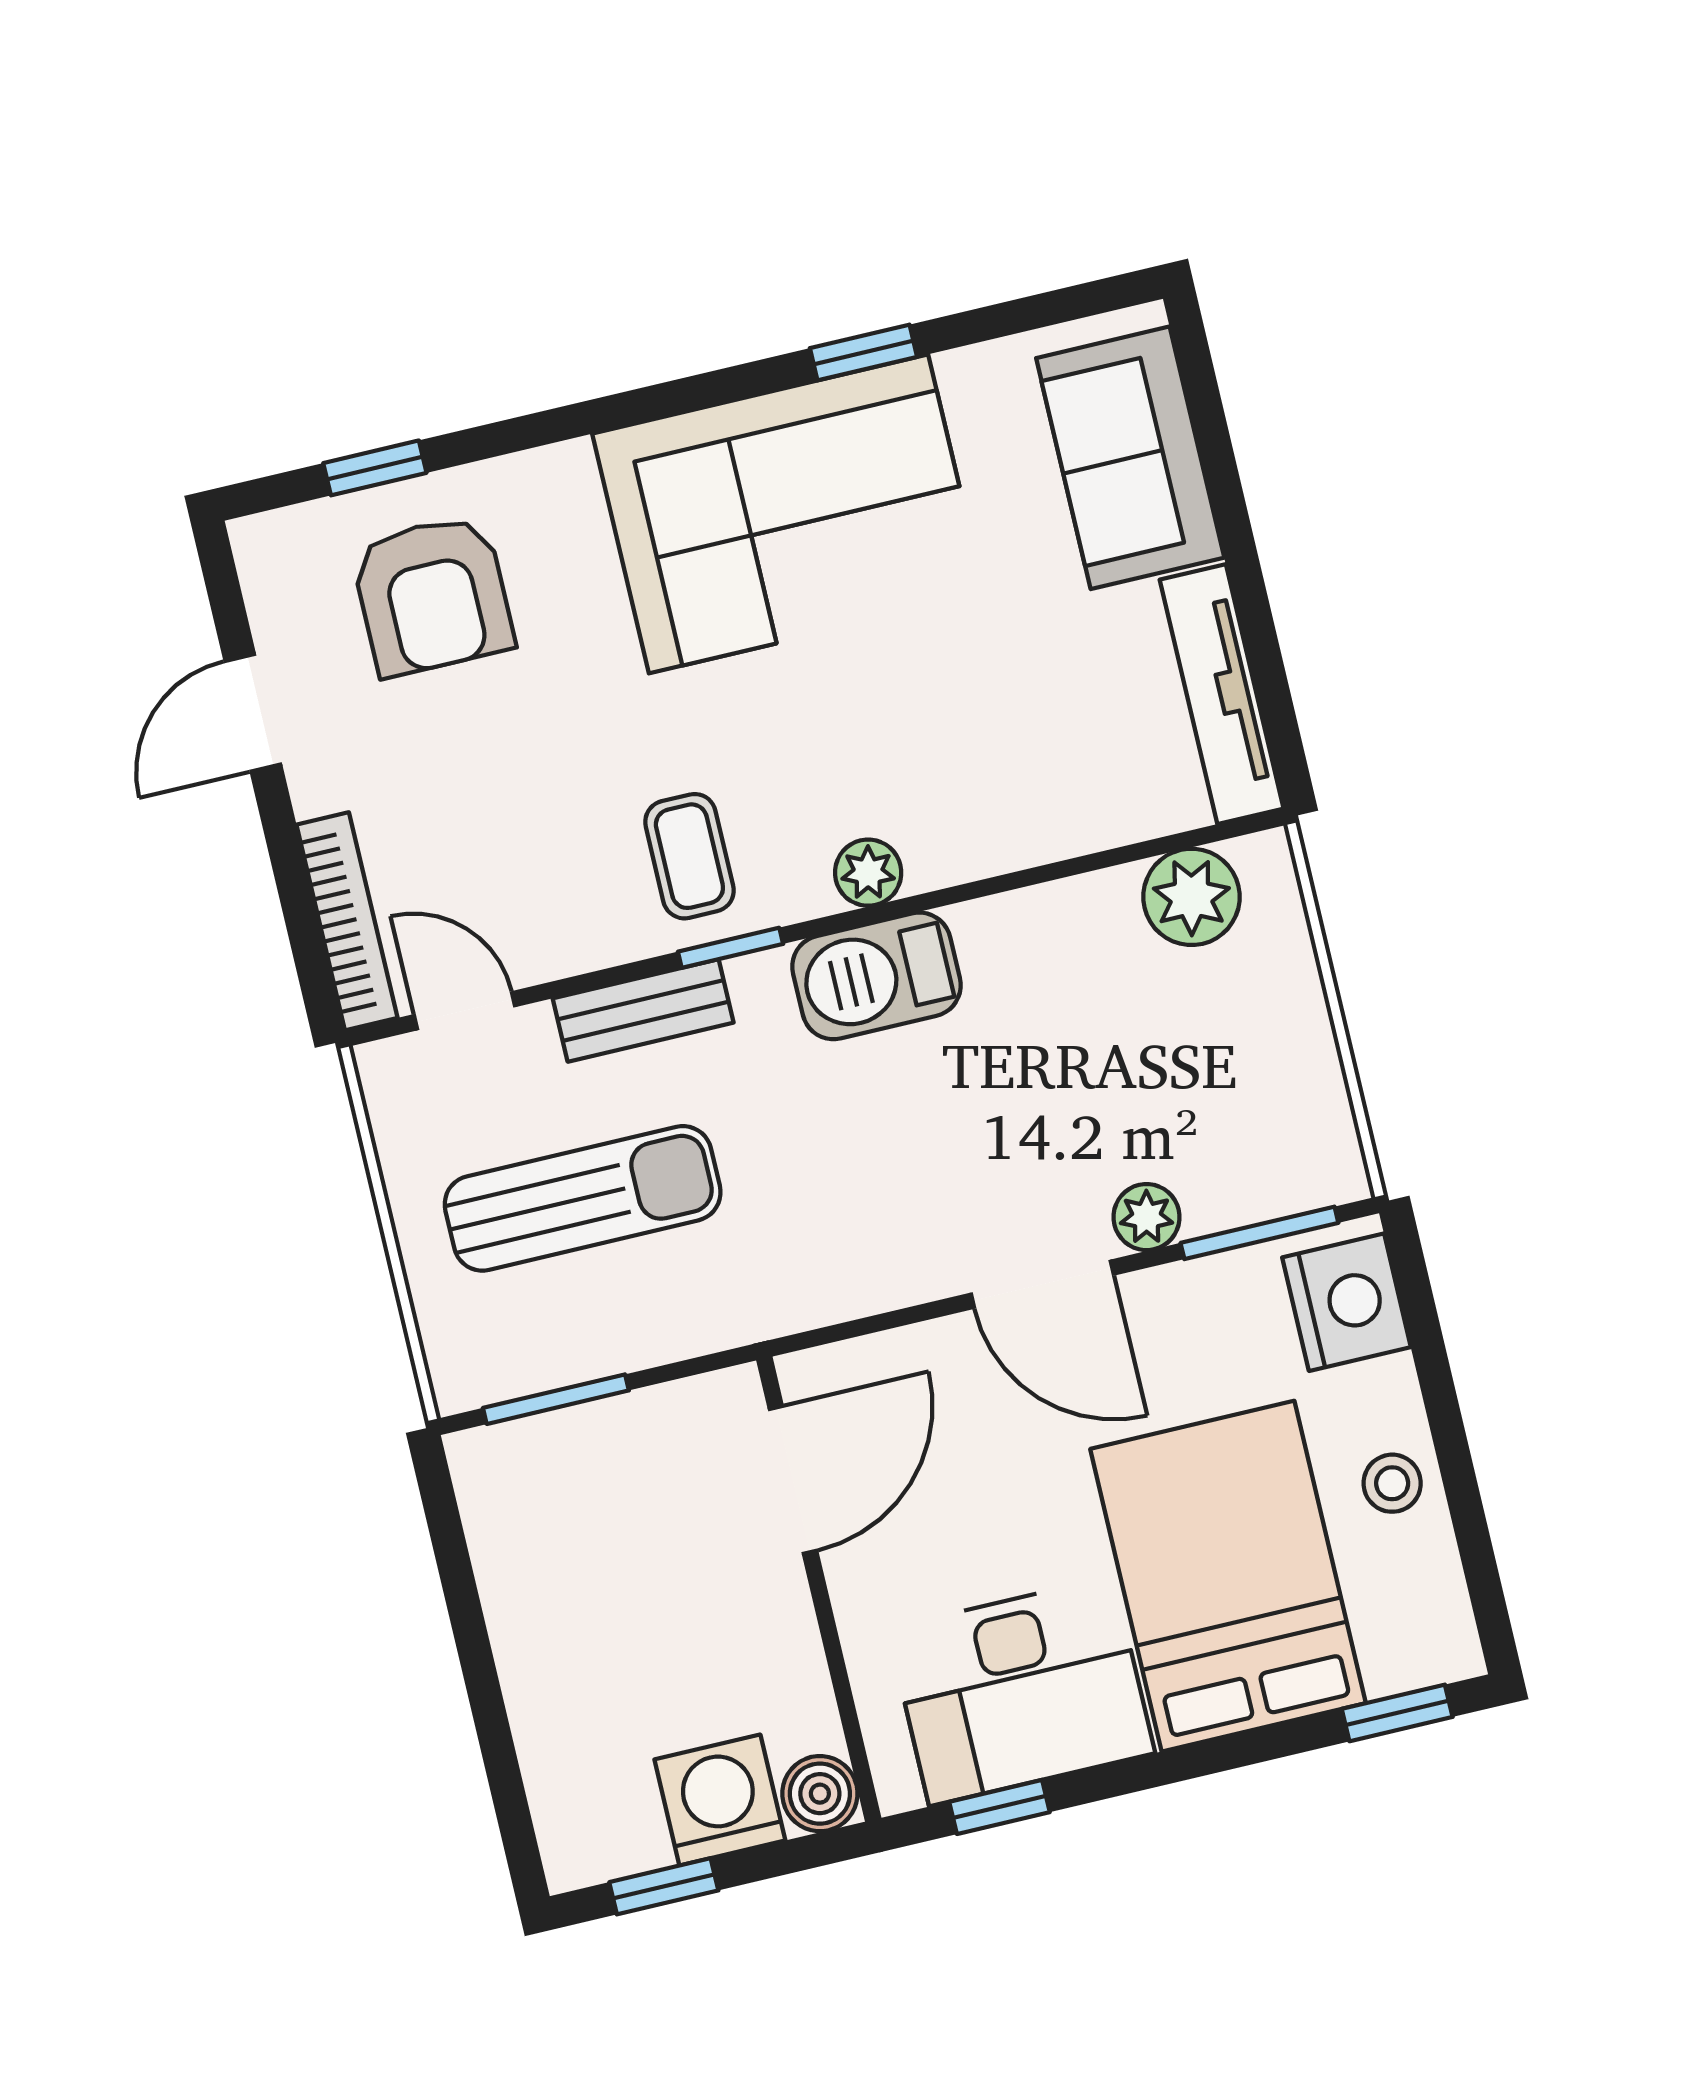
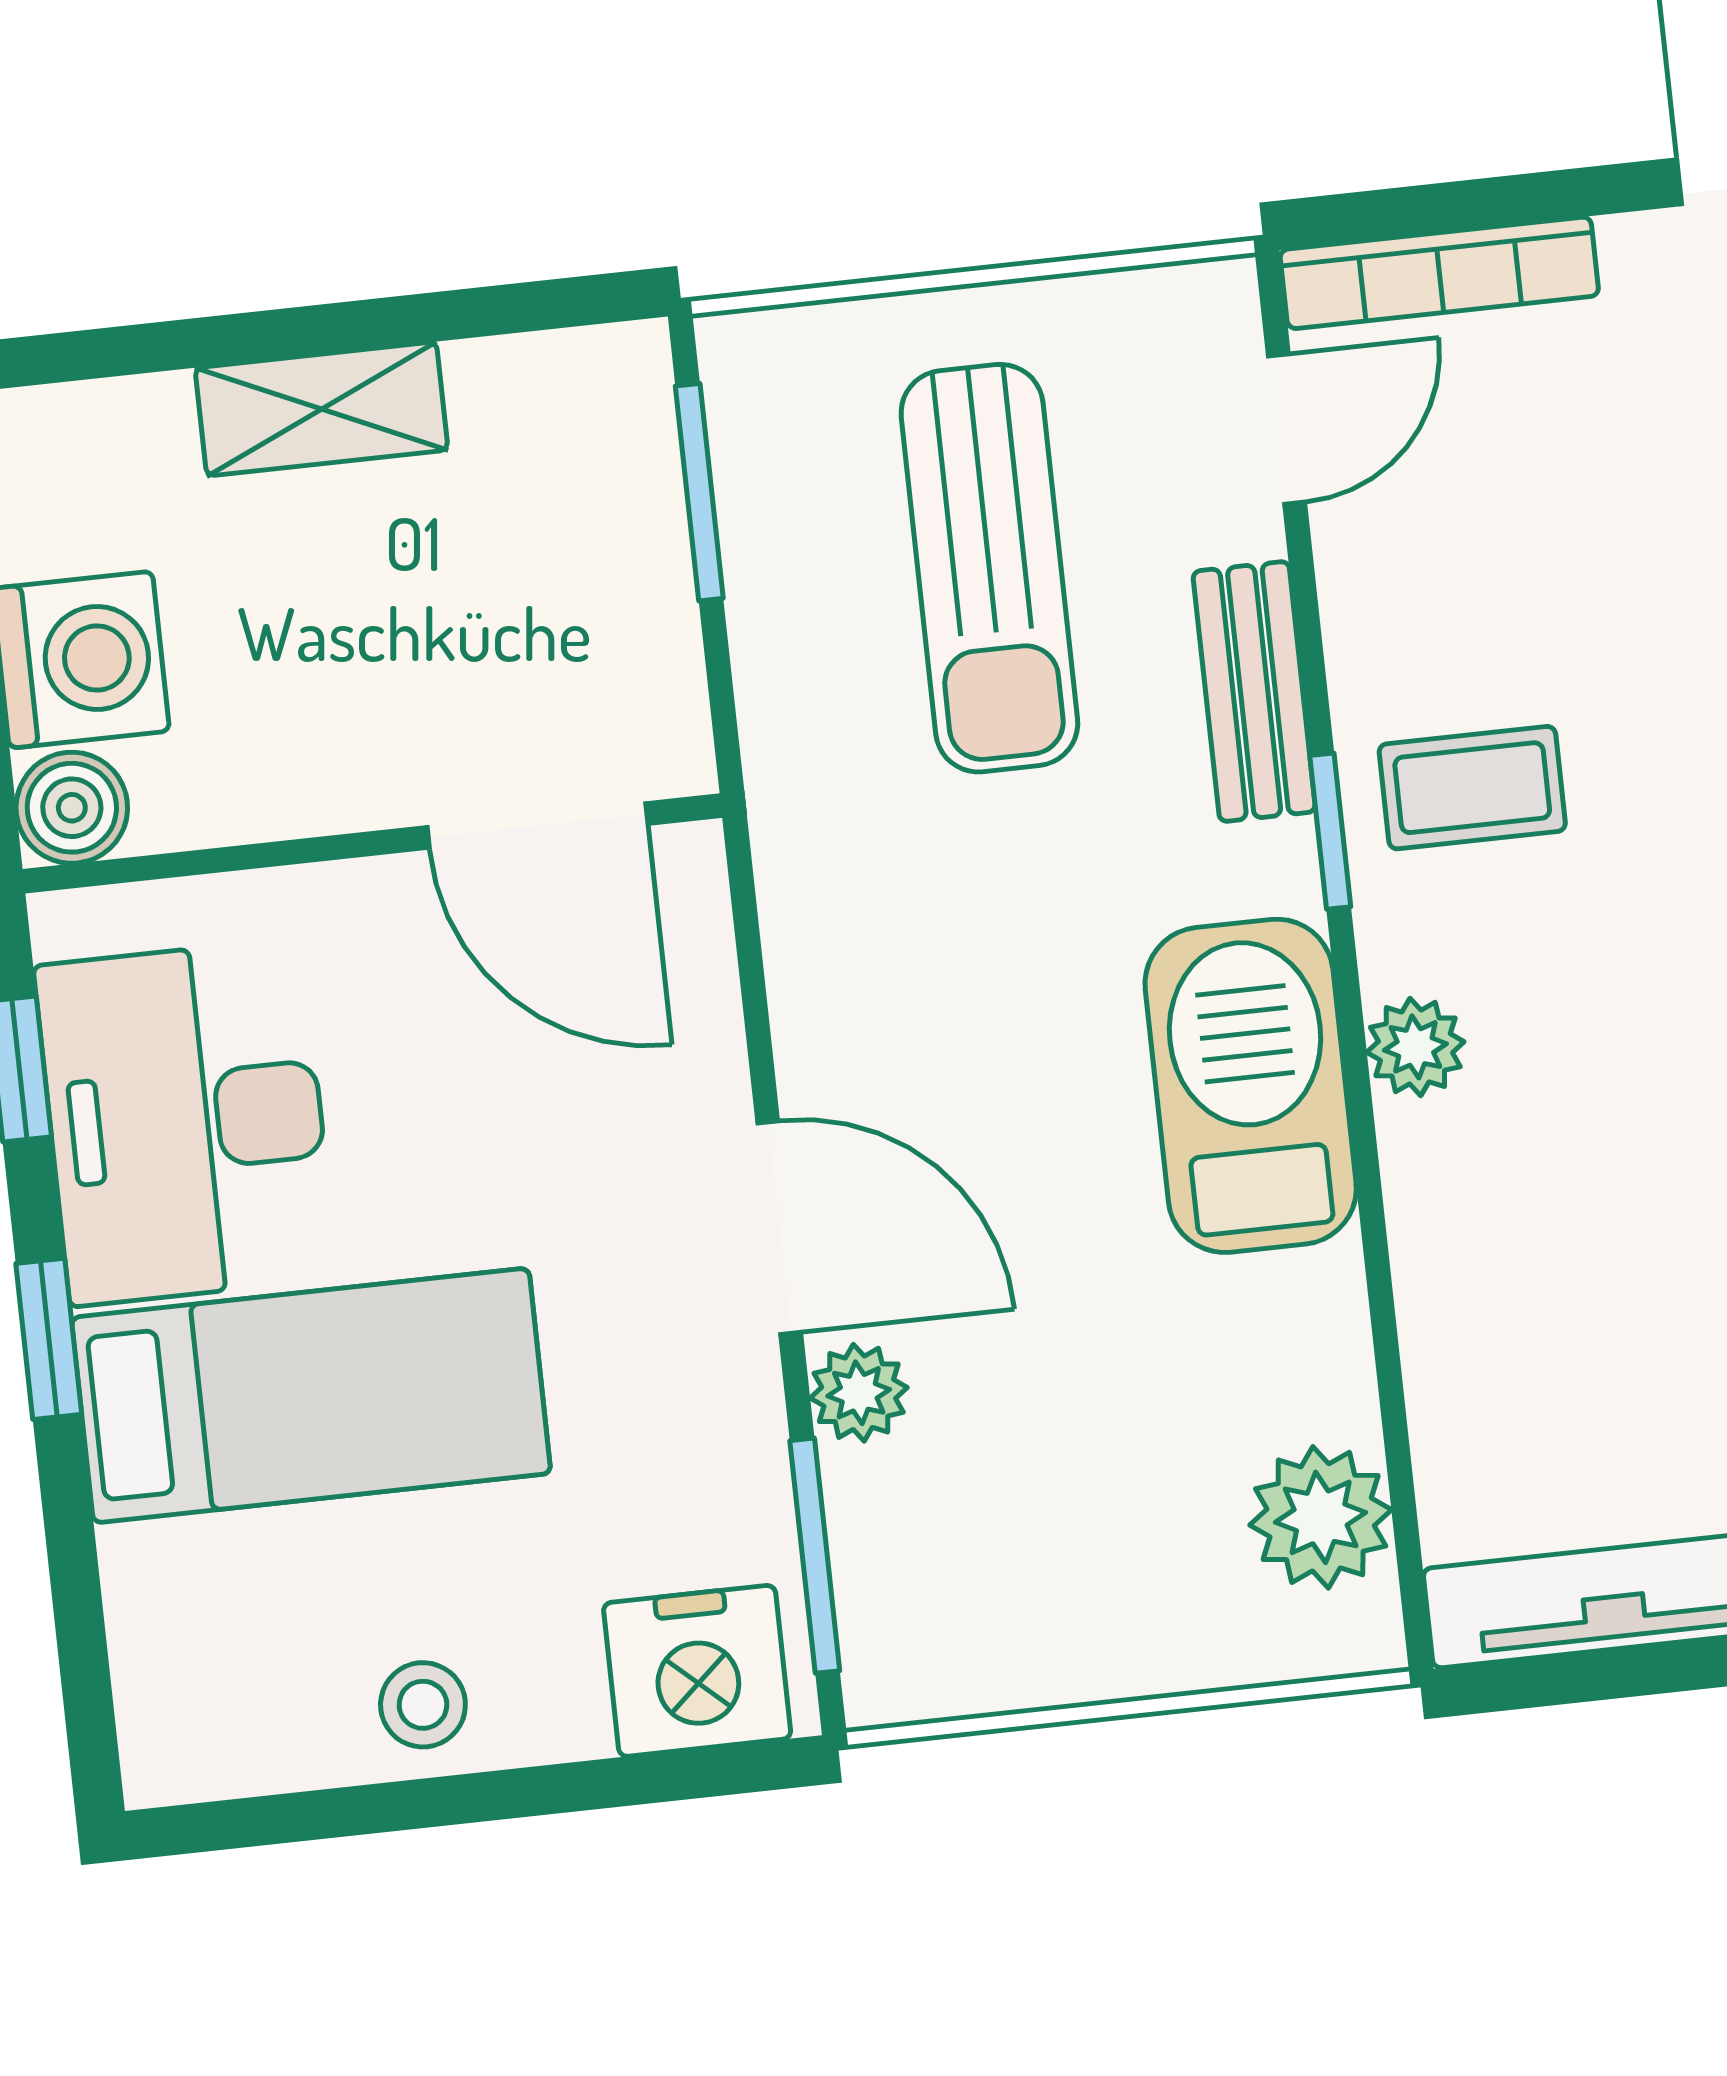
barbecue: (876, 976) -> (1251, 1086), width x1.37, depth x1.21
door: (1042, 1284) -> (779, 1228), swing flipped
bed: (1228, 1576) -> (311, 1395), width x0.67
shelving: (532, 1659) -> (322, 409), added
window: (1397, 1713) -> (49, 1339), moved

